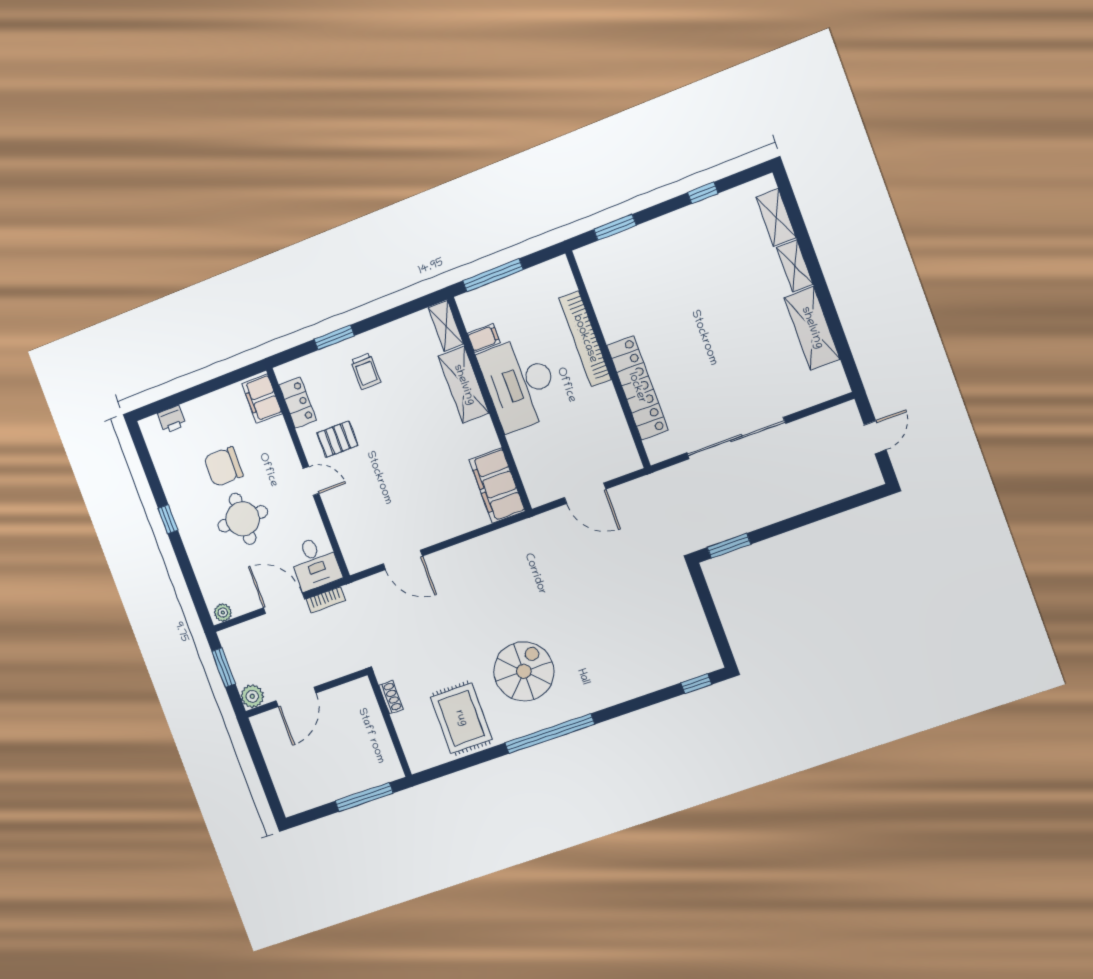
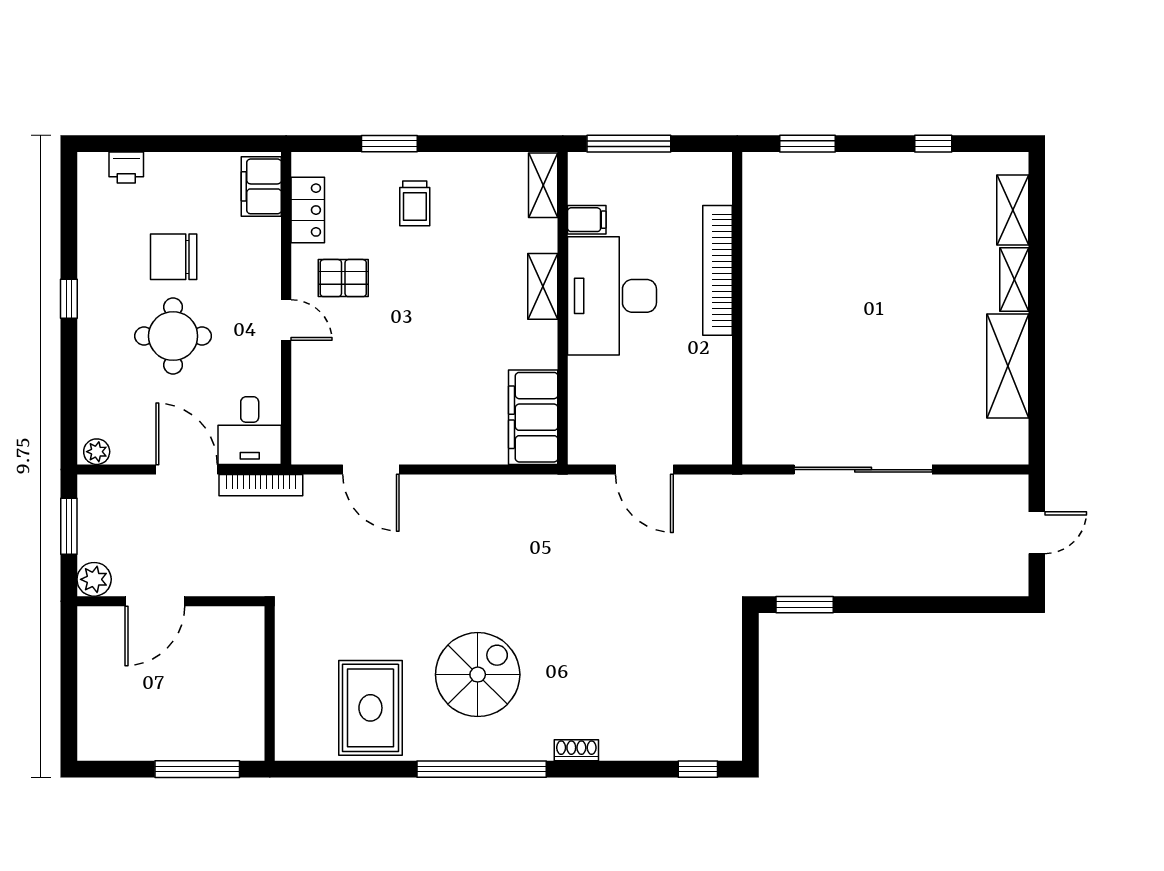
shelving: (464, 385) -> (543, 286), width x0.67, depth x0.75
locker: (637, 388) -> (762, 358), removed
bookcase: (326, 600) -> (261, 485), width x1.56
shoe rack: (391, 697) -> (576, 750), moved, turned -90

